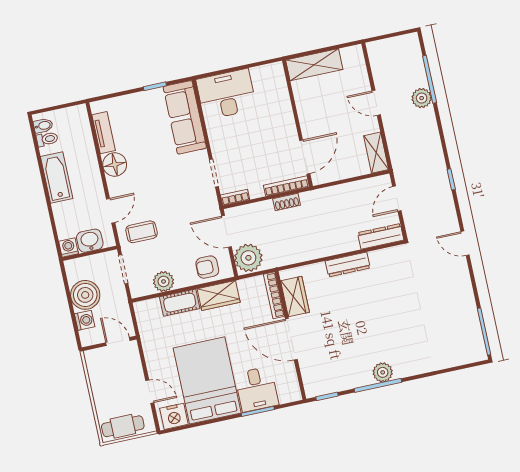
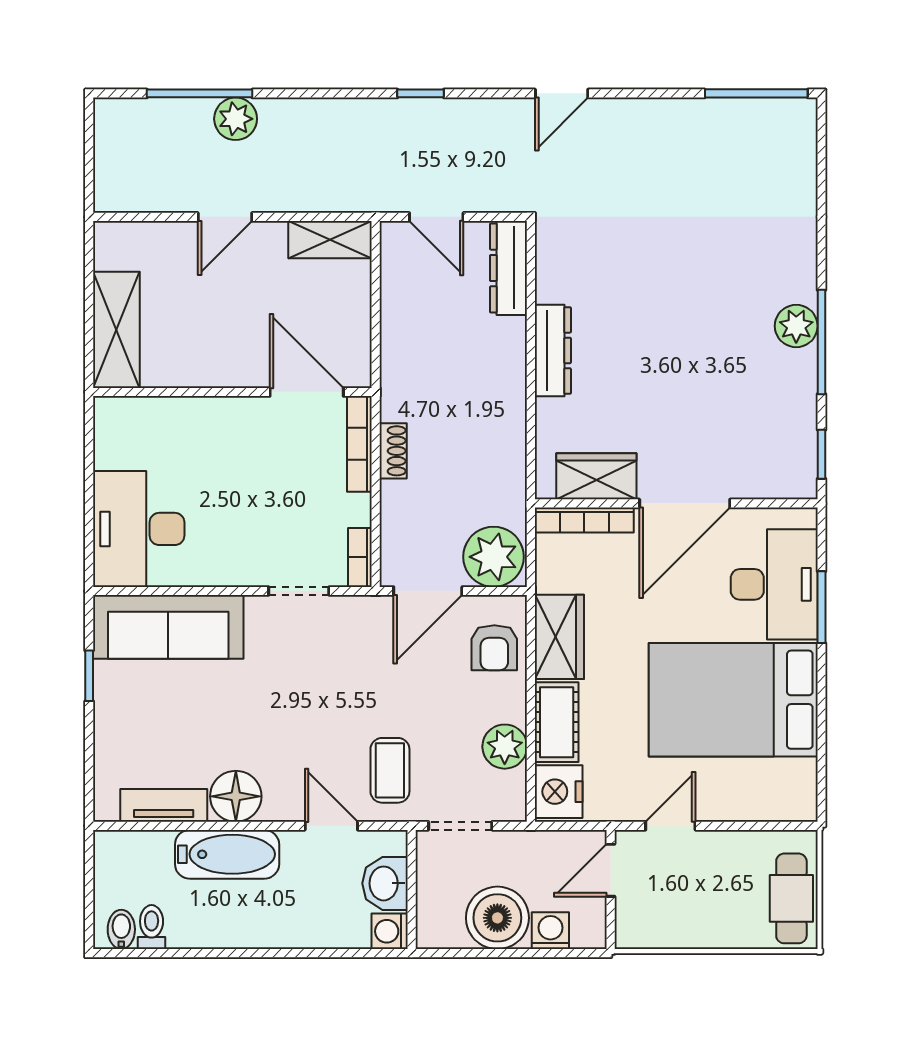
bathtub: (57, 177) -> (227, 854), moved, turned 180
desk: (257, 389) -> (774, 584), width x1.37
door: (150, 392) -> (670, 826), moved
nightstand: (174, 416) -> (559, 792), moved, turned 180

